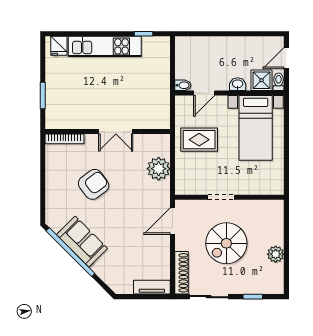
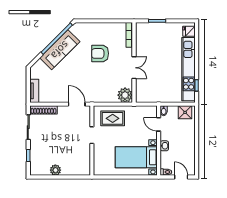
kitchen unit: (105, 46) -> (189, 69), width x1.36
shower: (261, 80) -> (185, 112), moved
double door: (116, 132) -> (134, 68), swing flipped
rug: (199, 140) -> (113, 118), moved, turned 90
plant: (159, 169) -> (125, 95), moved
armchair: (94, 184) -> (100, 53), turned 127
sofa: (82, 241) -> (60, 50), width x1.36
spiral stairs: (226, 243) -> (62, 139), removed

